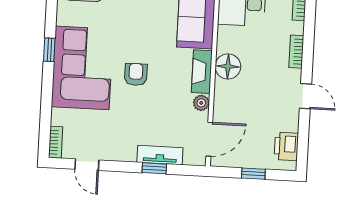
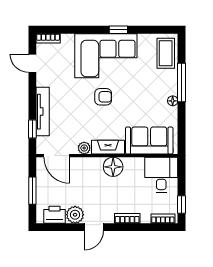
plant: (288, 120) -> (75, 215), added
tv unit: (160, 155) -> (43, 112), width x1.41
door: (87, 165) -> (32, 63), hinge flipped
window: (154, 168) -> (32, 129), moved
window: (253, 174) -> (32, 191), width x1.50

